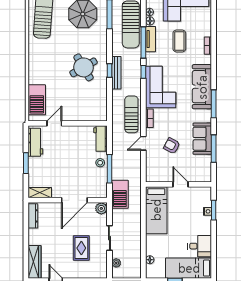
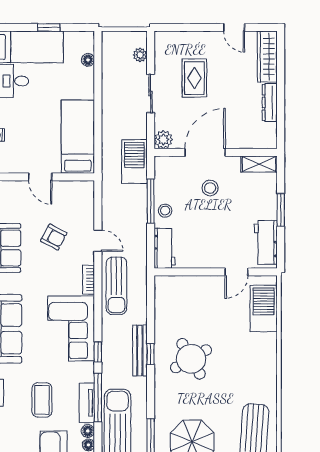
door: (143, 143) -> (98, 241), hinge flipped
stool: (71, 177) -> (210, 188), added
dresser: (33, 216) -> (270, 103), moved

